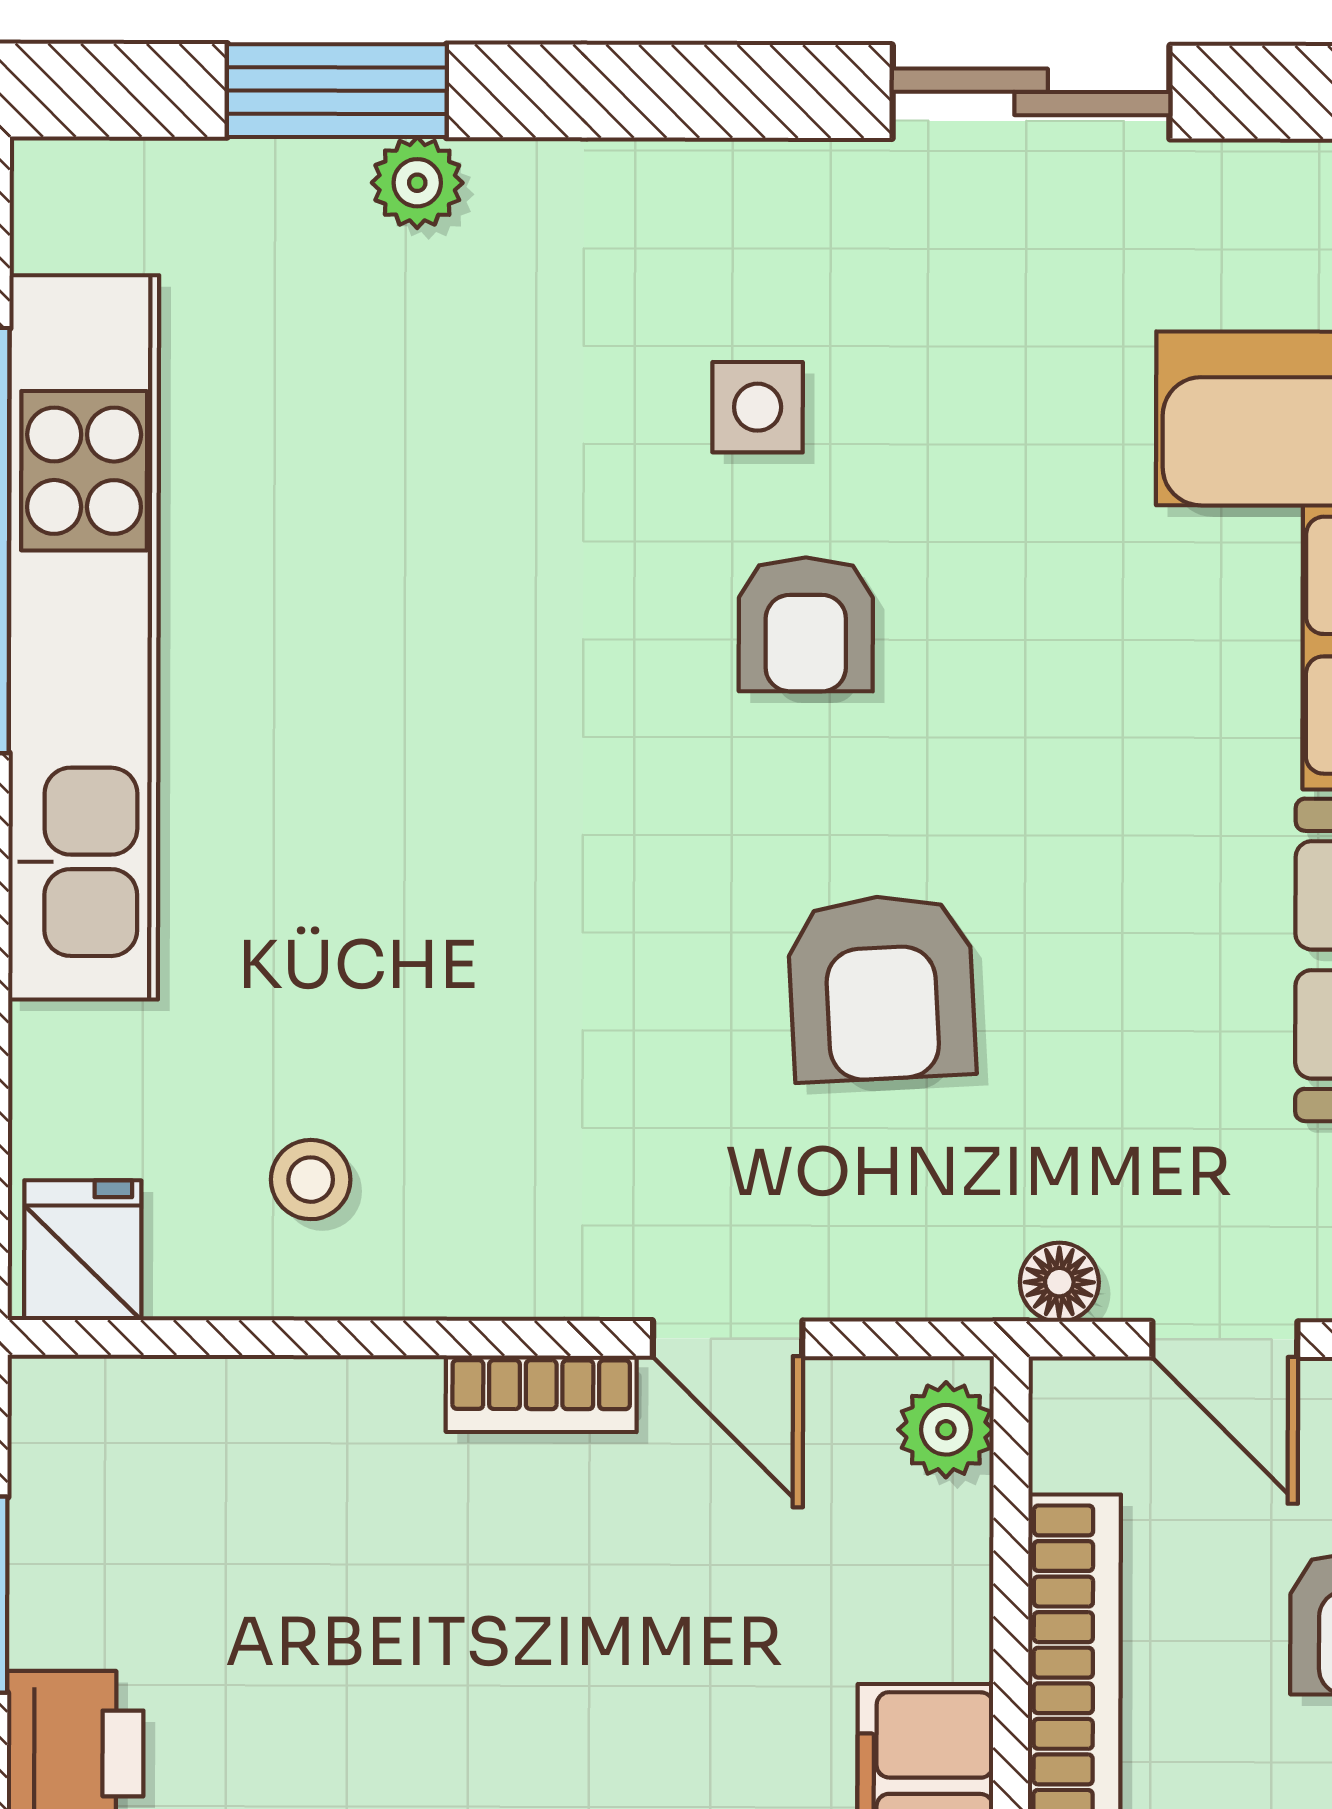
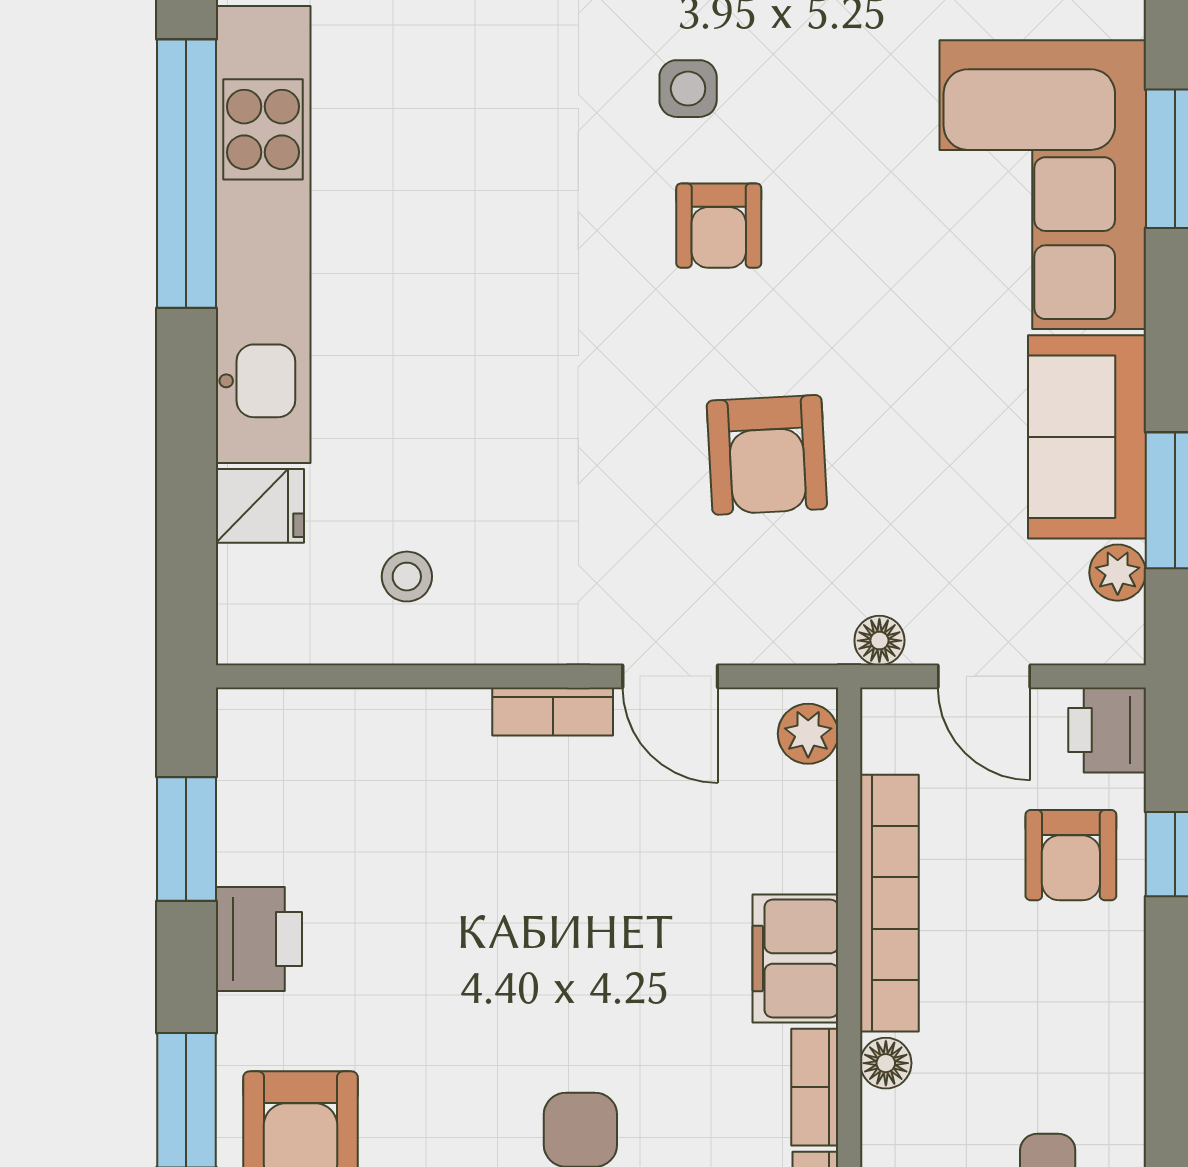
fridge: (83, 1250) -> (260, 506), moved, turned 90

